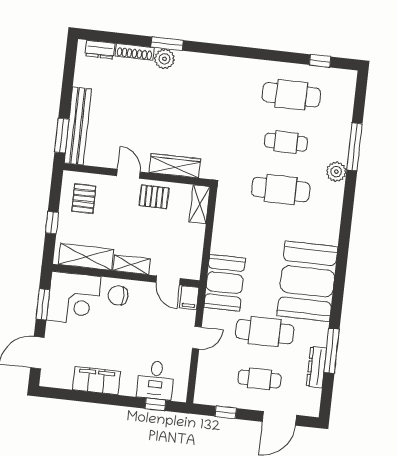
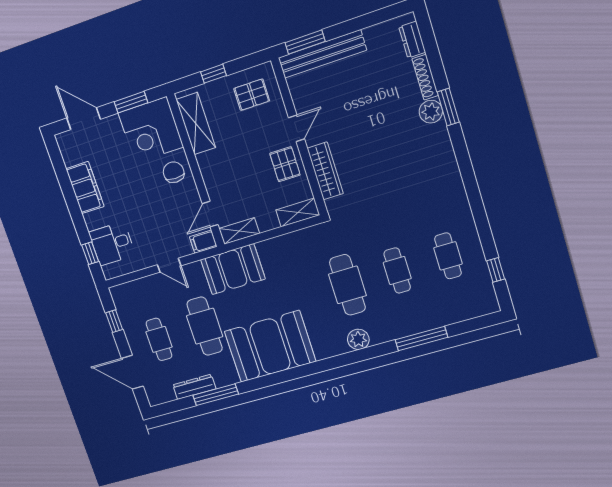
cafe table: (291, 95) -> (448, 256), width x0.73, depth x0.74
plant: (336, 172) -> (358, 339), moved
shelving: (131, 265) -> (239, 231), moved, turned 90

